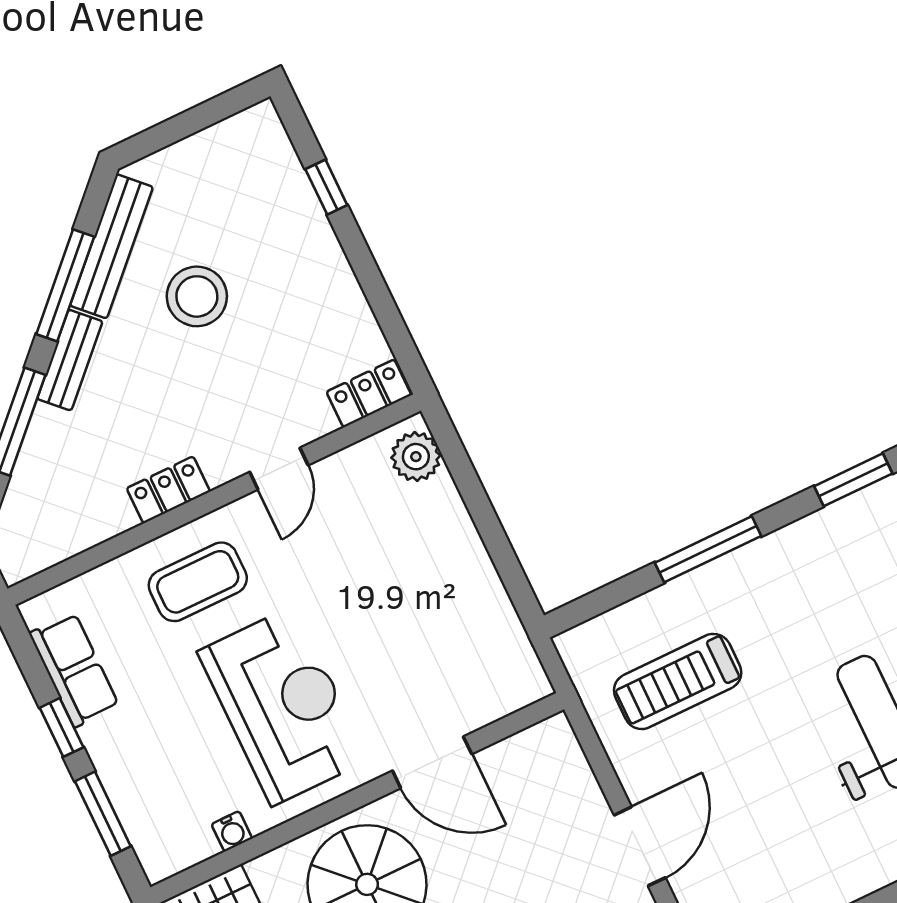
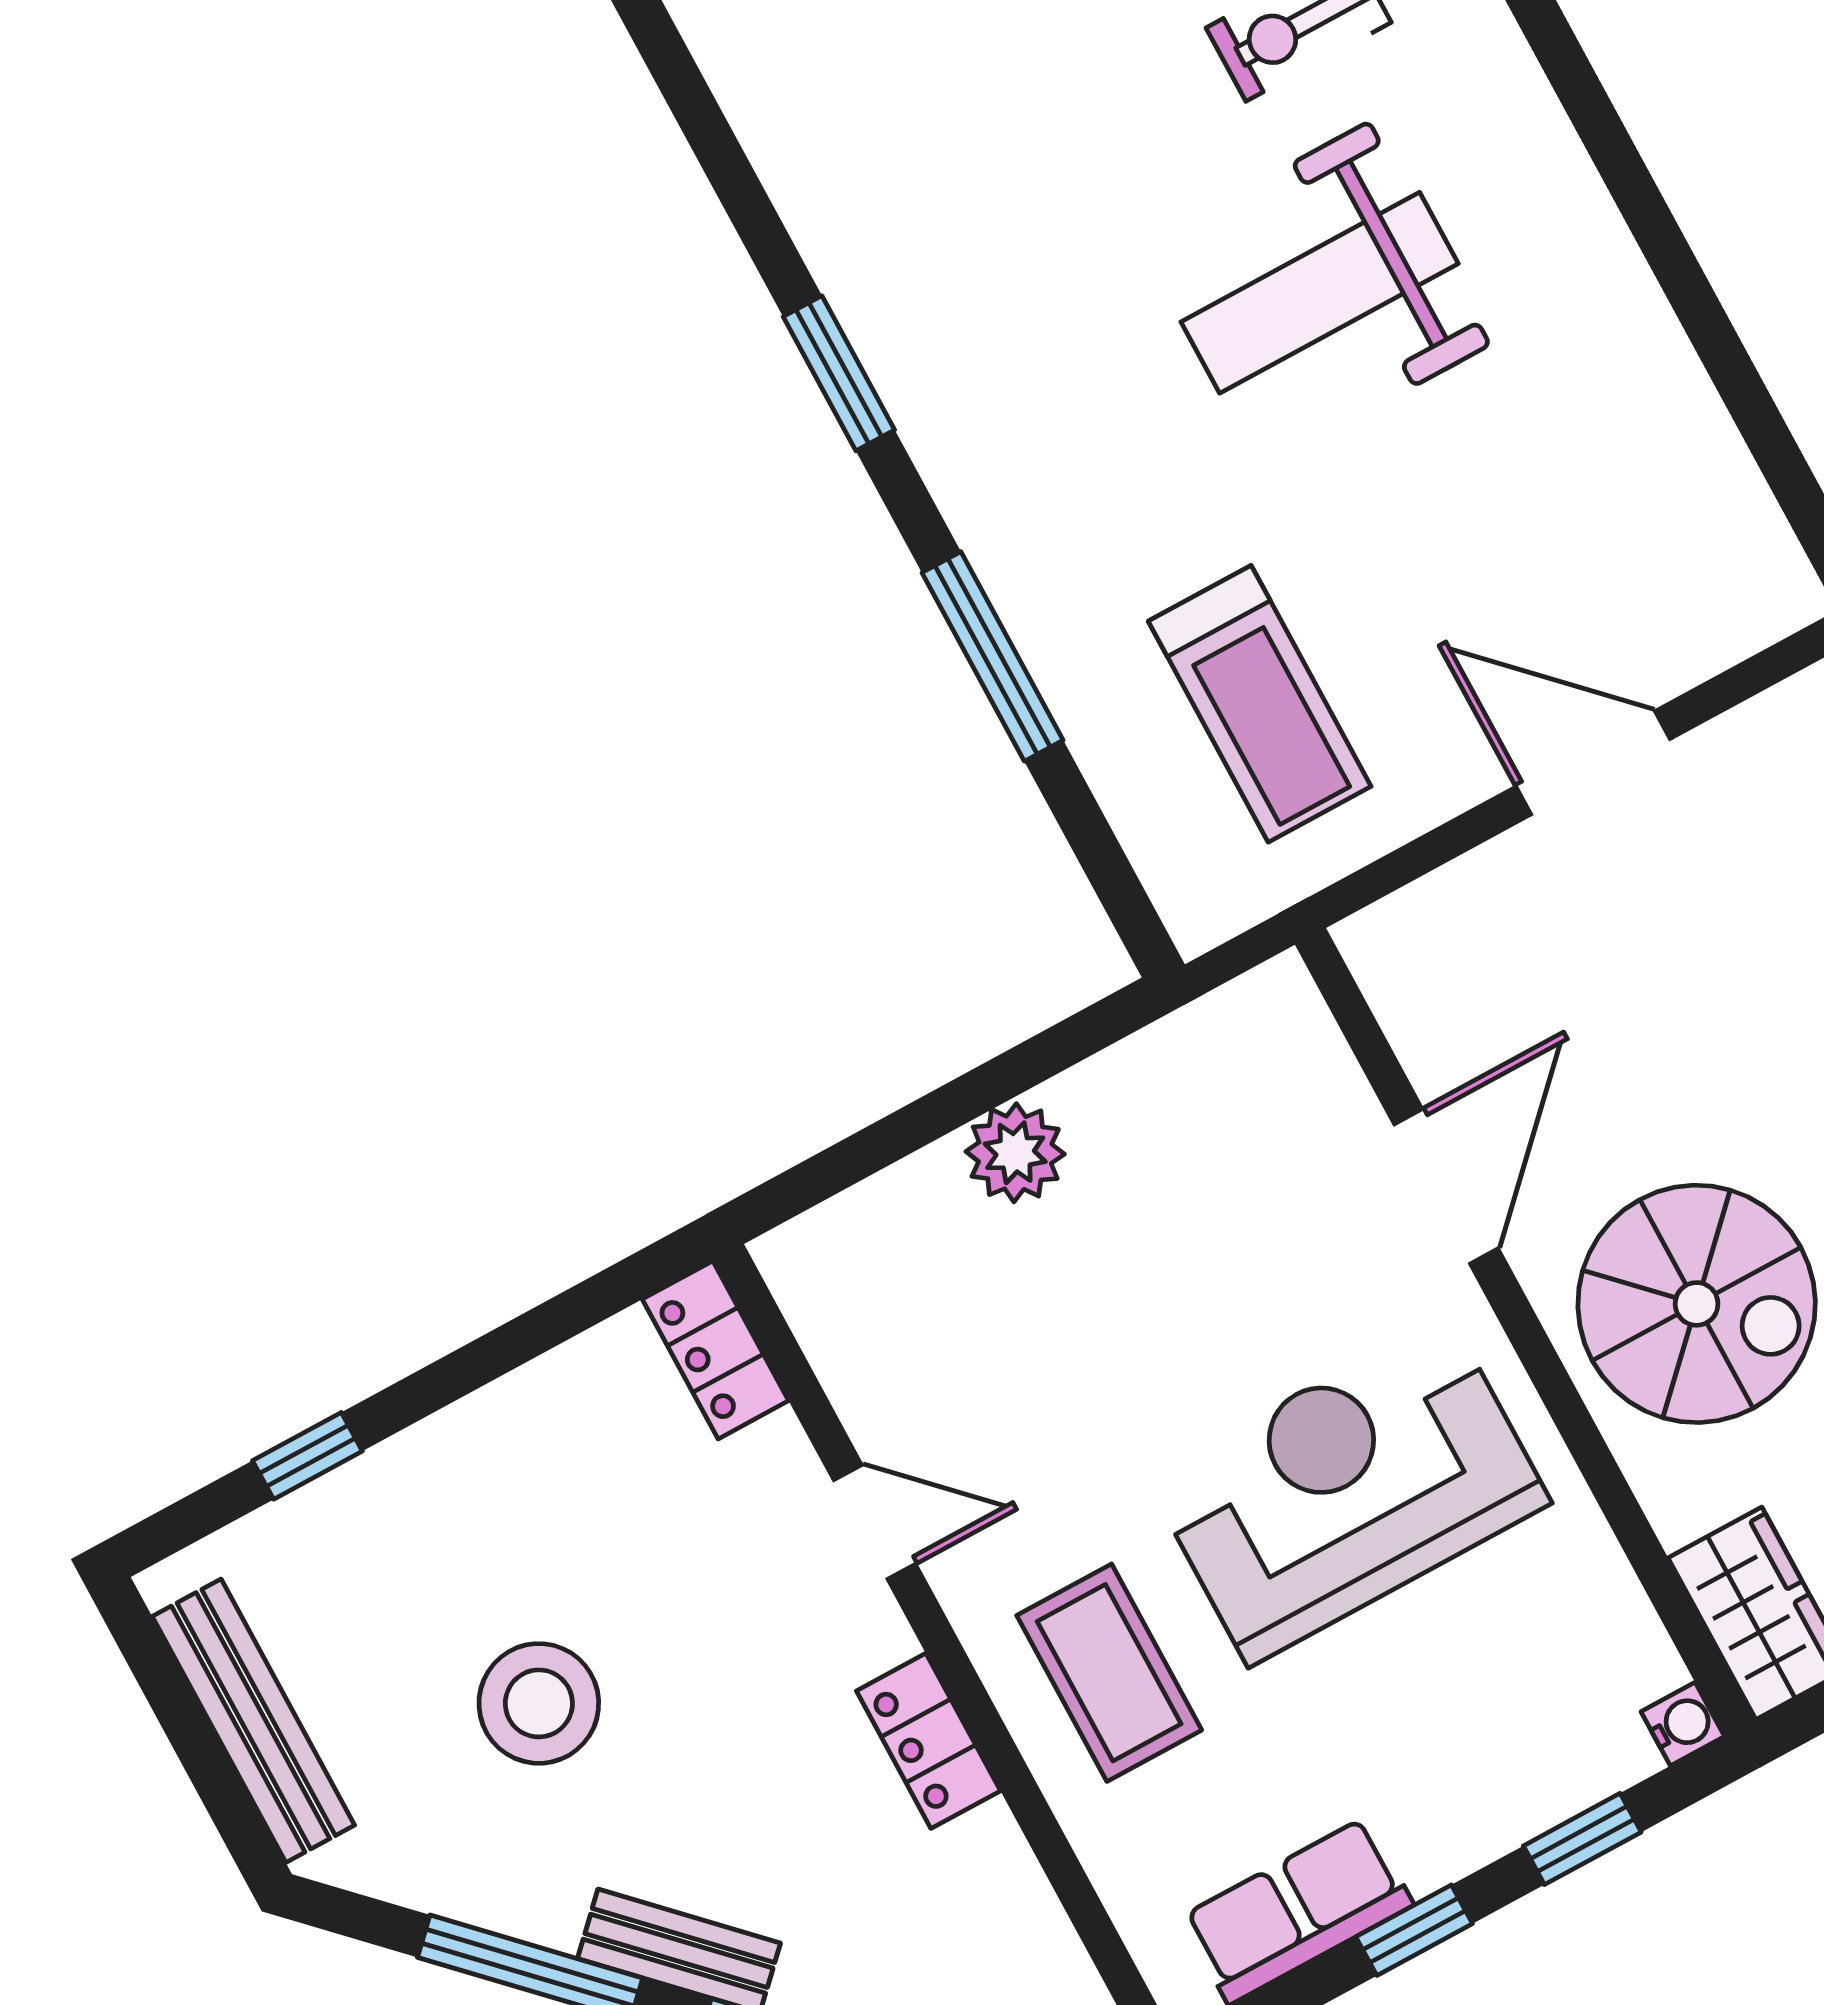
bench: (111, 246) -> (253, 1721), moved, turned 45
plant: (416, 457) -> (1015, 1153), moved
window: (103, 814) -> (1582, 1839), width x0.67
water cooler: (232, 831) -> (1683, 1724), moved

